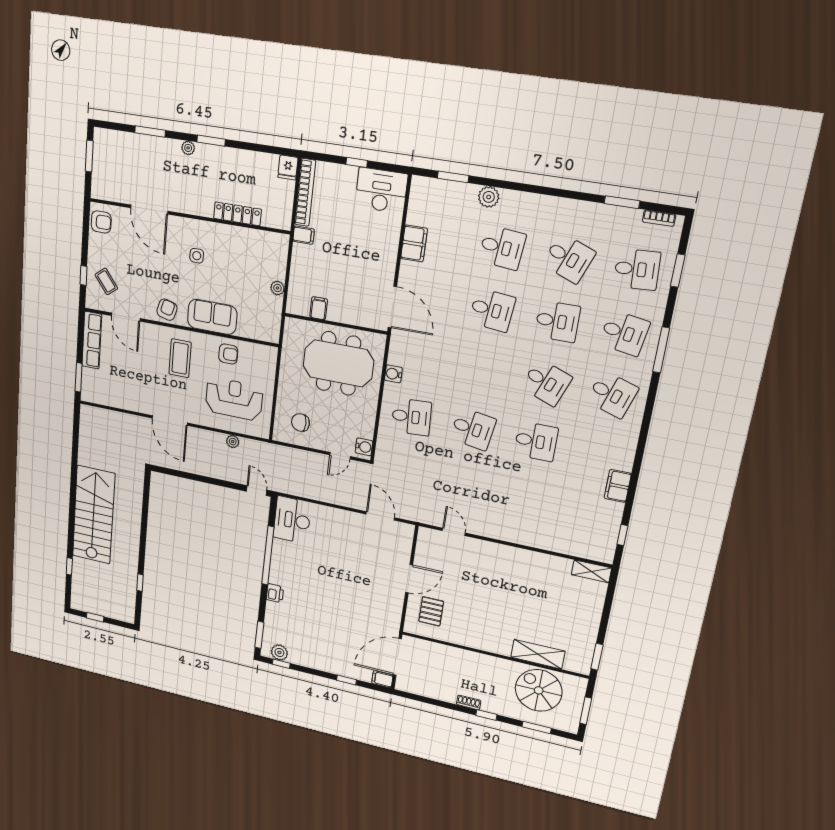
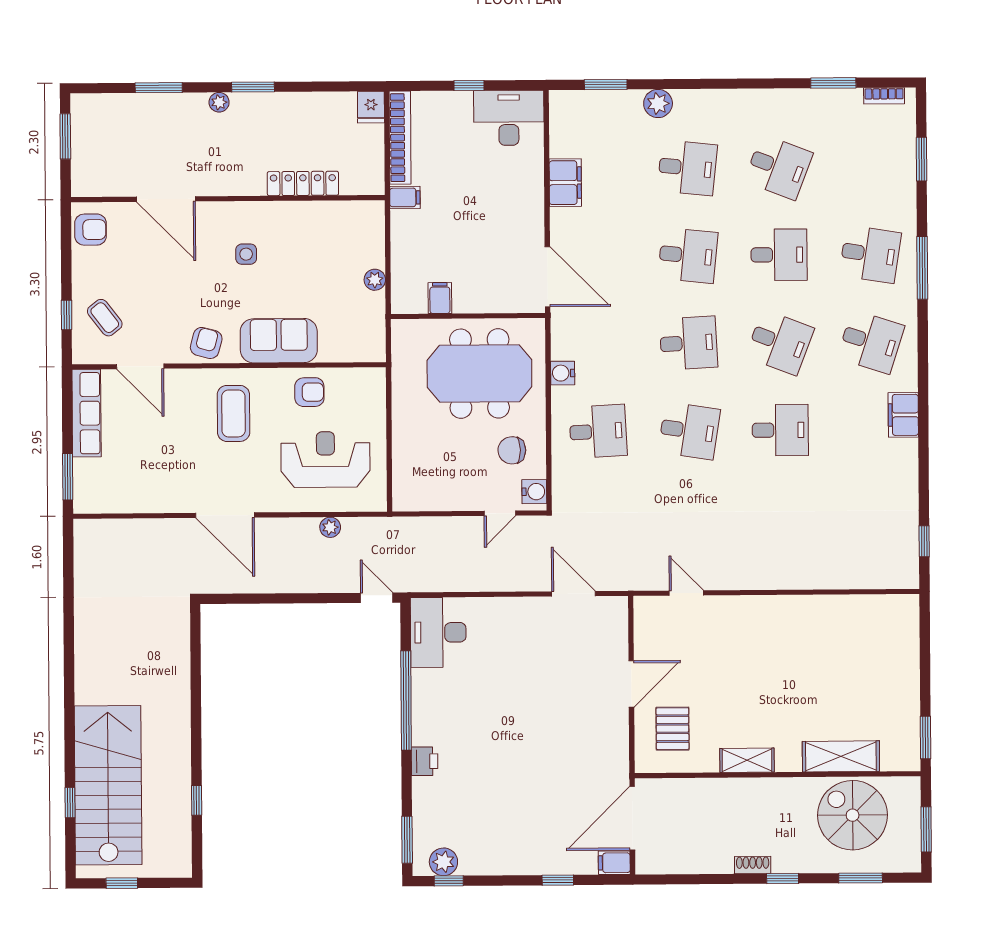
desk: (637, 269) -> (689, 343), moved
chair: (300, 422) -> (512, 450), moved
filing cabinet: (618, 486) -> (903, 415), moved
stairs: (94, 515) -> (108, 785), moved
shelving: (591, 571) -> (747, 760), moved

